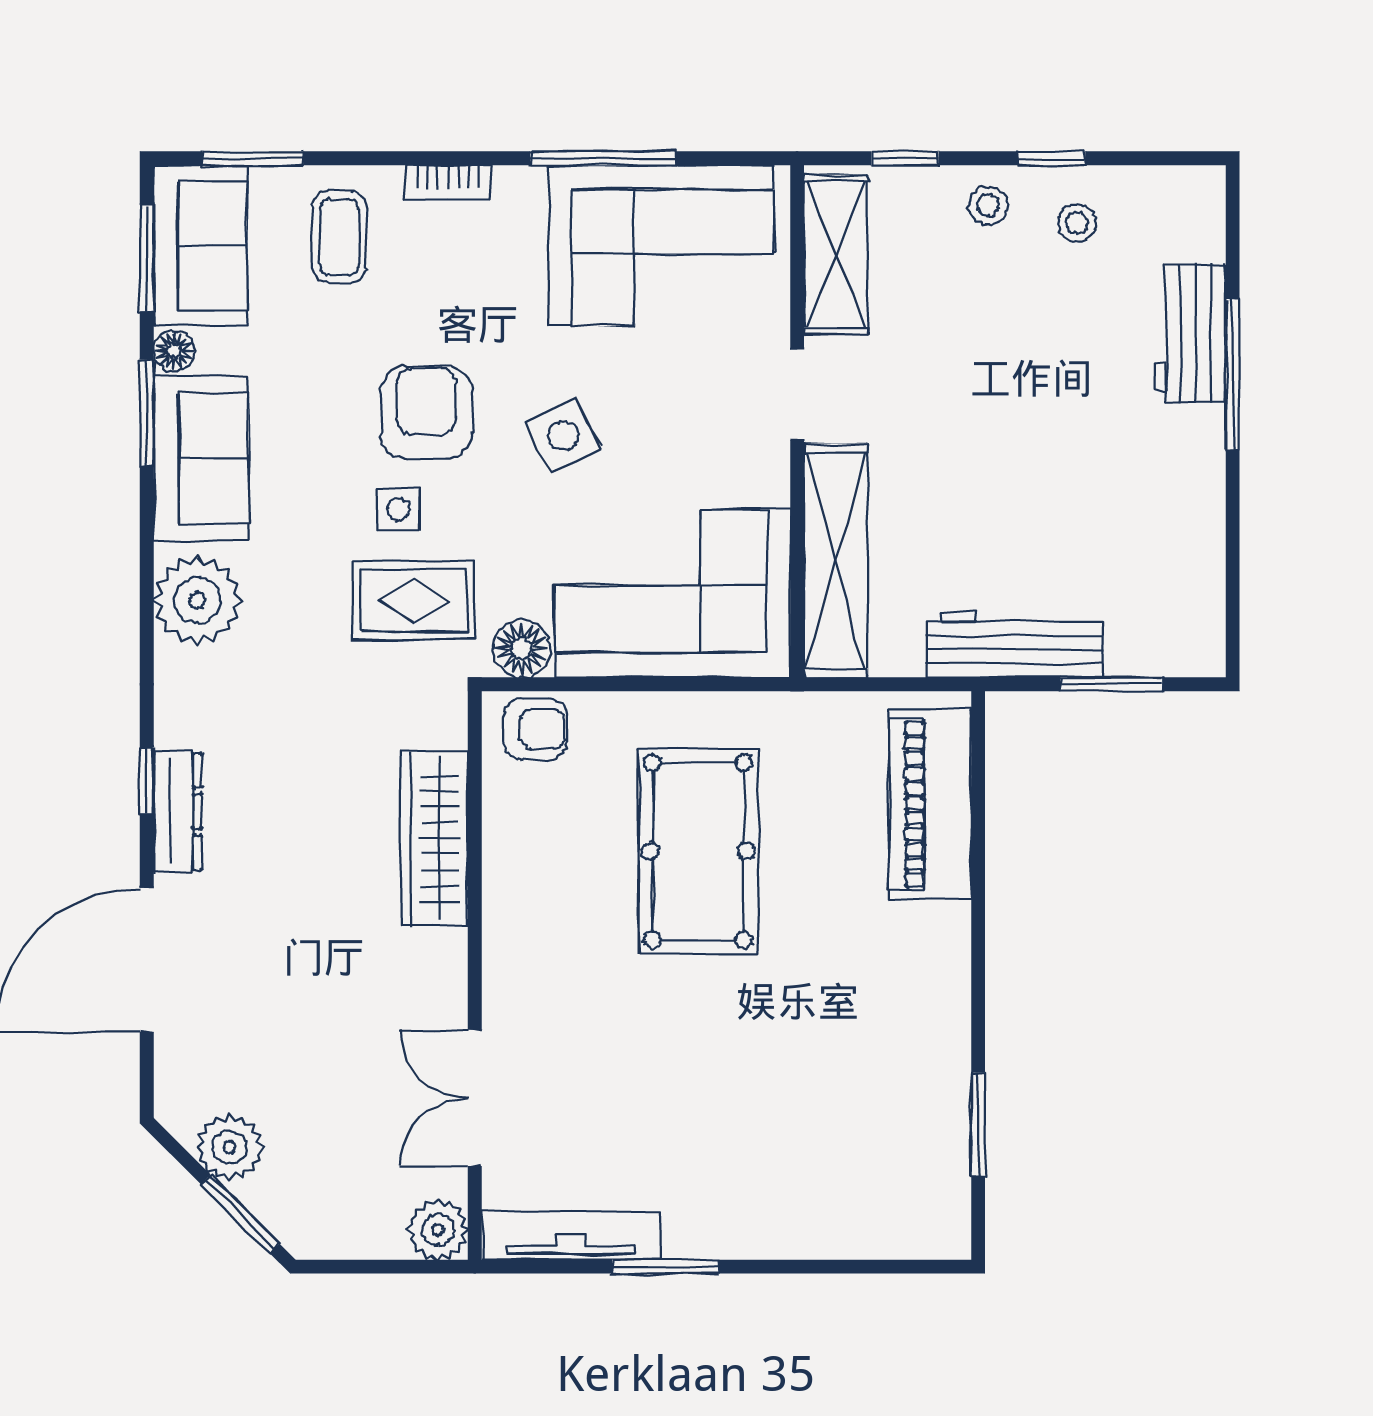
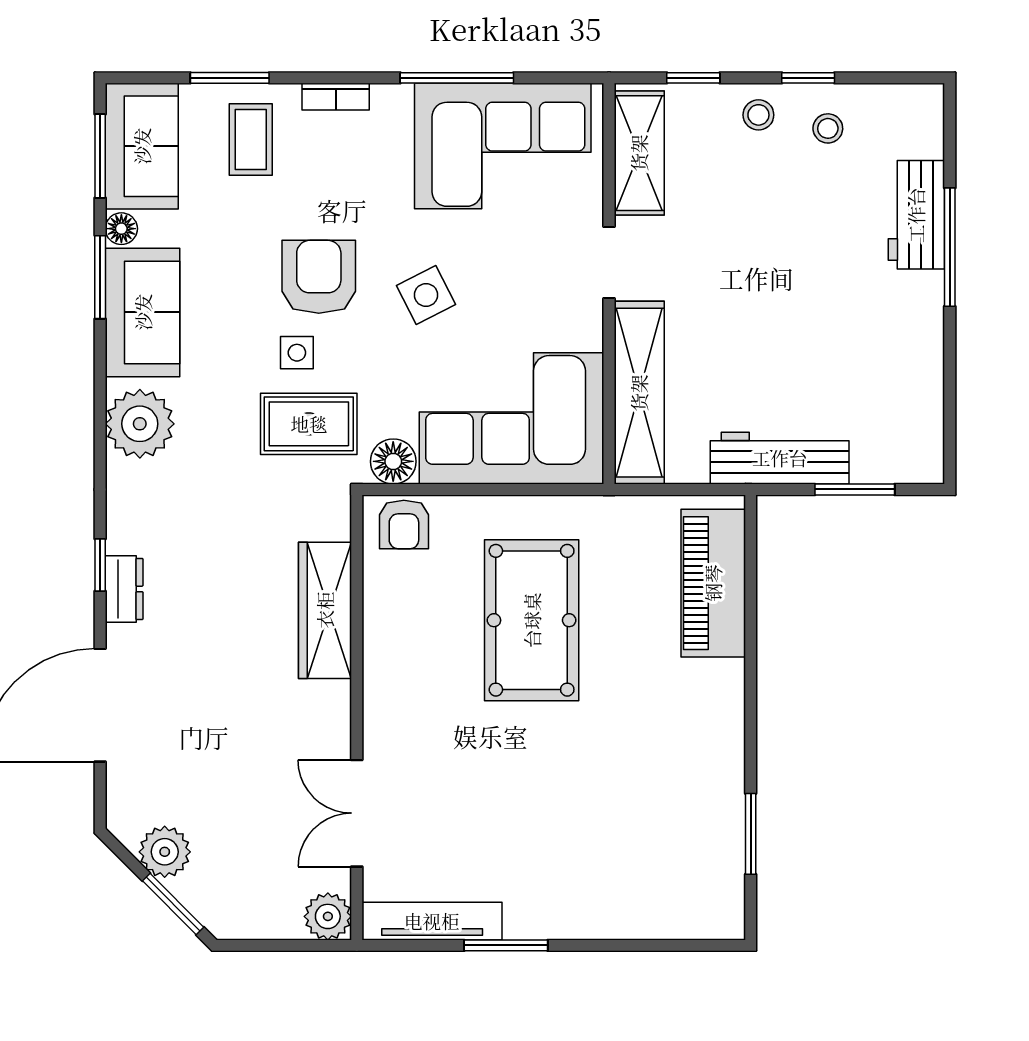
window: (253, 158) -> (230, 78), moved
armchair: (535, 729) -> (404, 524), turned 90
dresser: (178, 811) -> (124, 589), width x0.70

